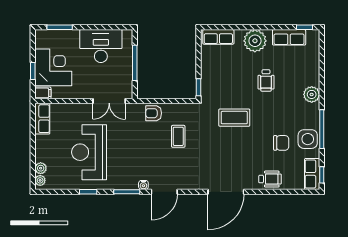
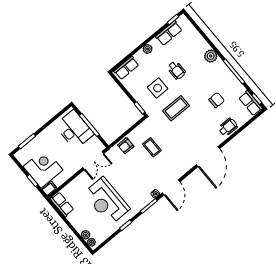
plant: (255, 41) -> (148, 49), width x0.53, depth x0.53
desk: (101, 46) -> (74, 130), moved, turned 90
side table: (308, 139) -> (158, 88), moved

